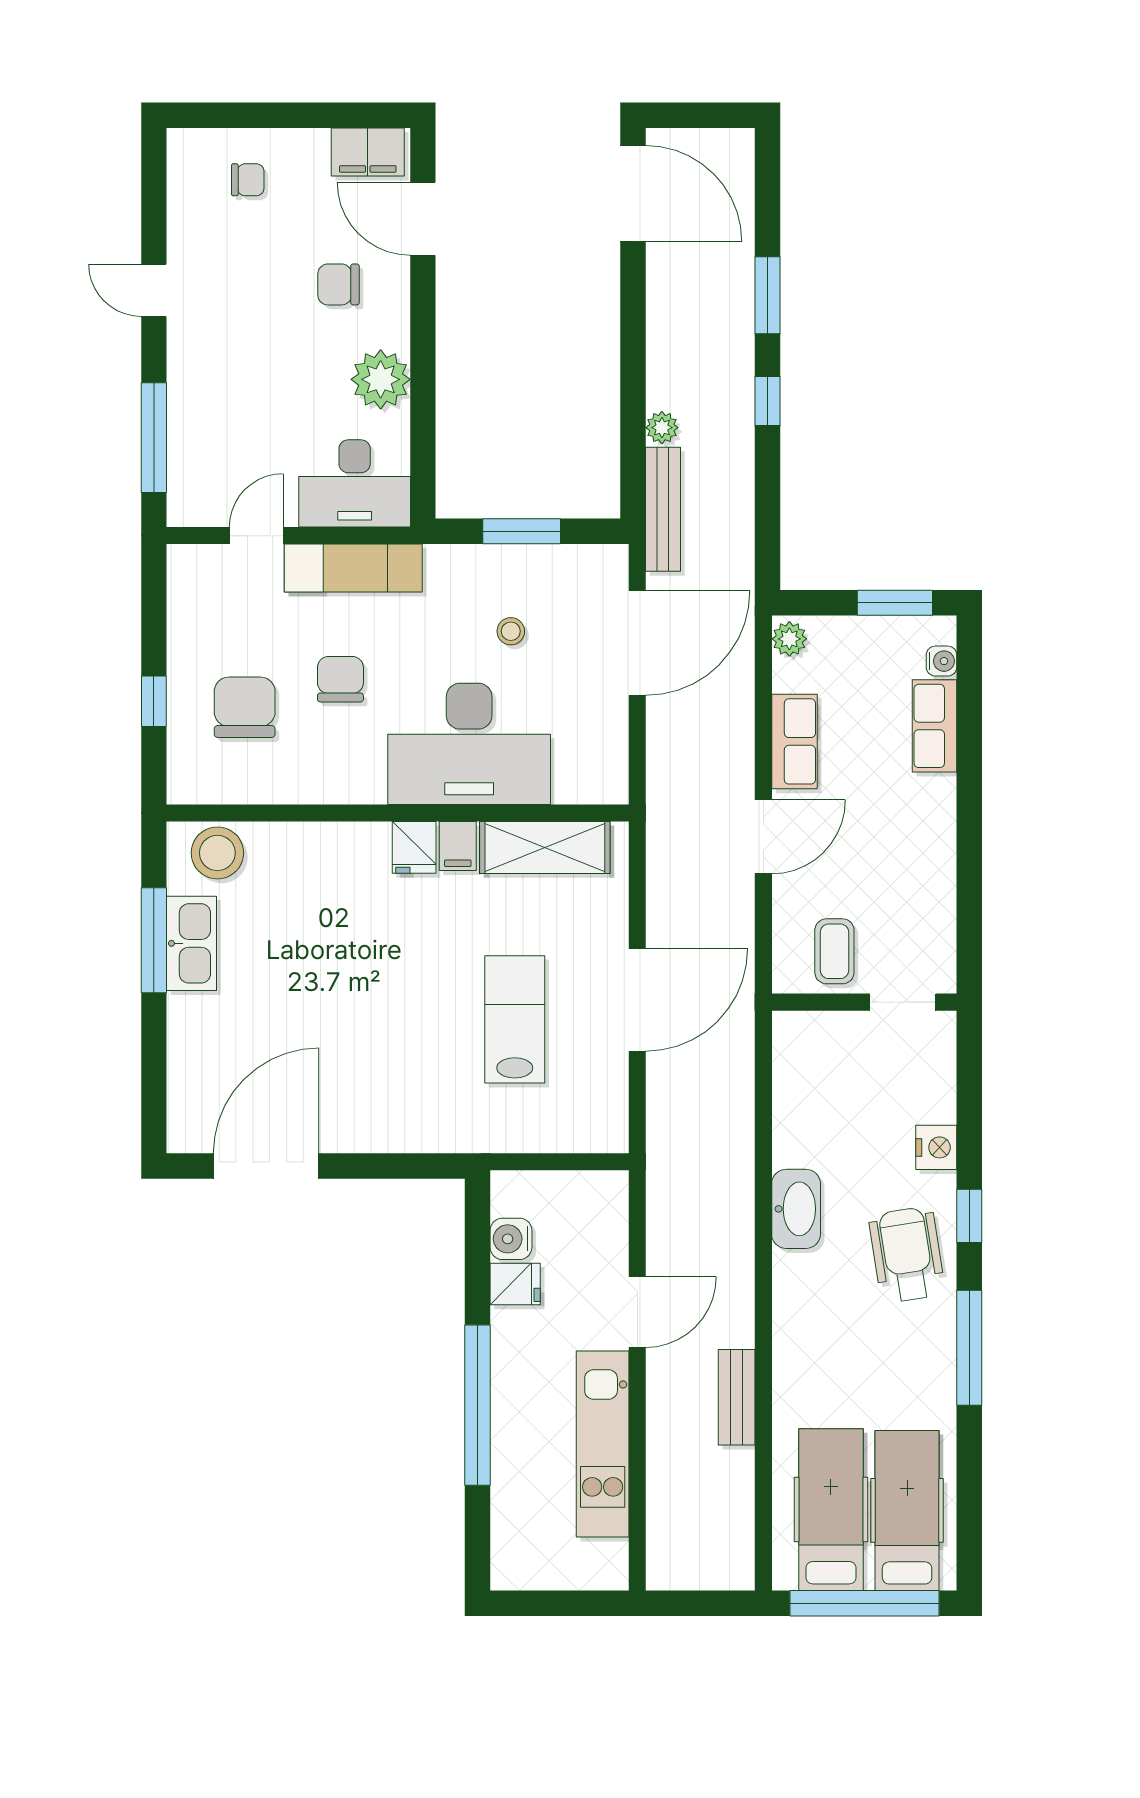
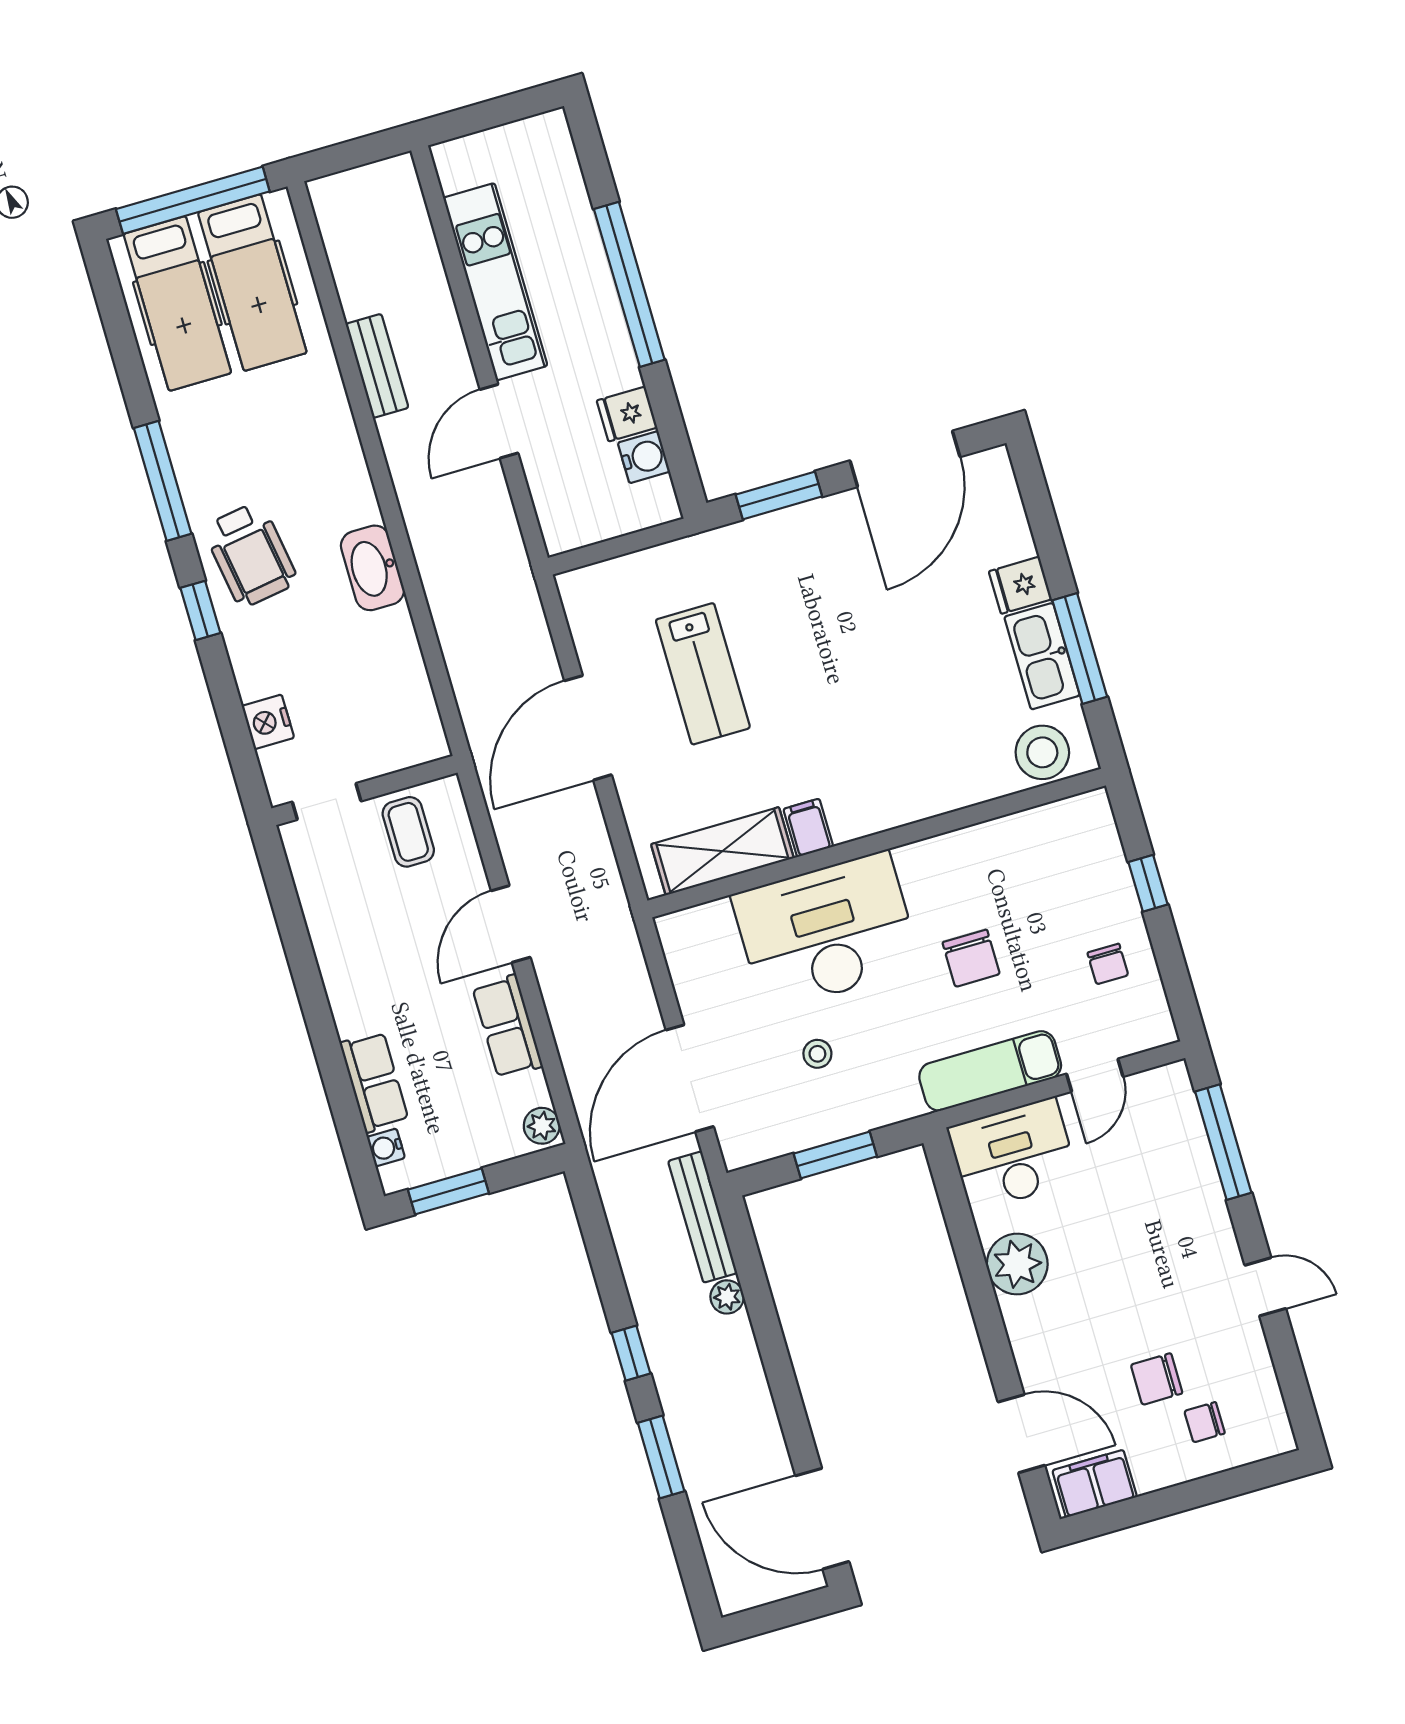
chair: (338, 284) -> (1157, 1379), moved, turned 180
chair: (245, 707) -> (1108, 964), moved, width x0.54, depth x0.54
fridge: (414, 847) -> (1020, 585), moved, turned -90
nightstand: (936, 1147) -> (268, 722), moved
window: (395, 1166) -> (779, 495), added

